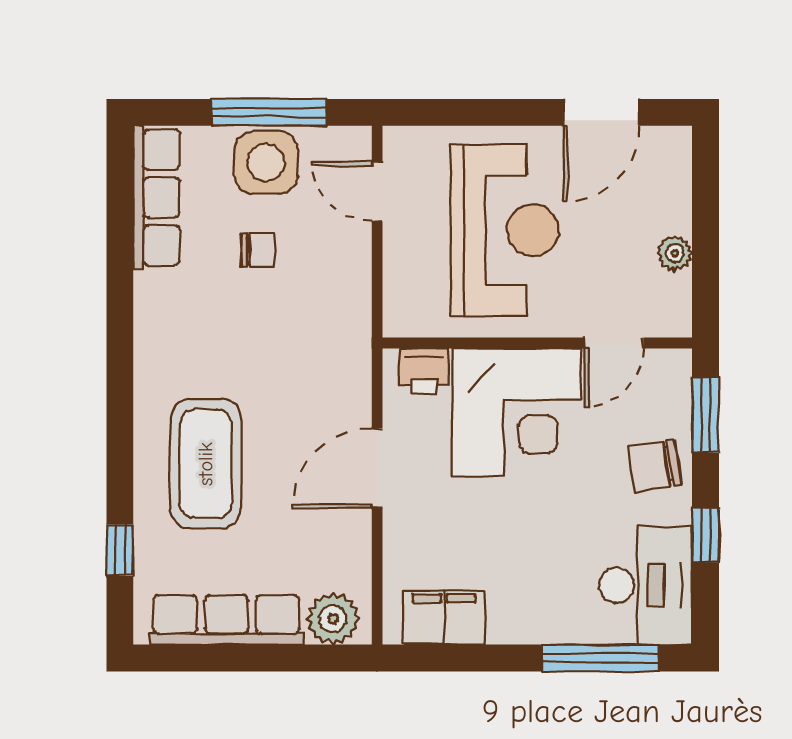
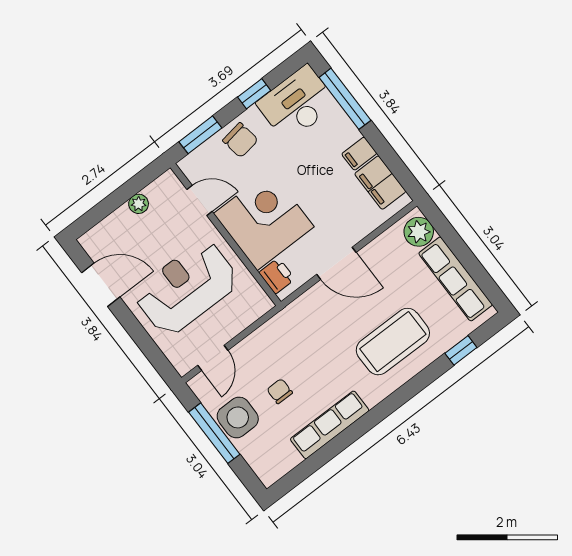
row of seats: (156, 197) -> (330, 425), moved
filing cabinet: (507, 619) -> (359, 154), added

